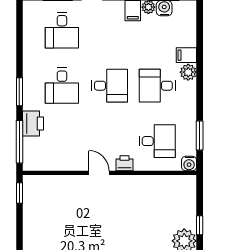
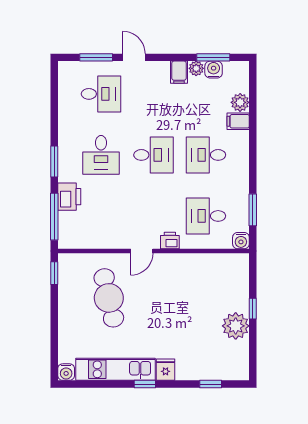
desk: (62, 30) -> (101, 94), turned -90
plant: (188, 72) -> (240, 102), moved
desk: (157, 141) -> (206, 216), turned 180
door: (99, 173) -> (142, 251), swing flipped
cafe table: (69, 216) -> (109, 298), added

